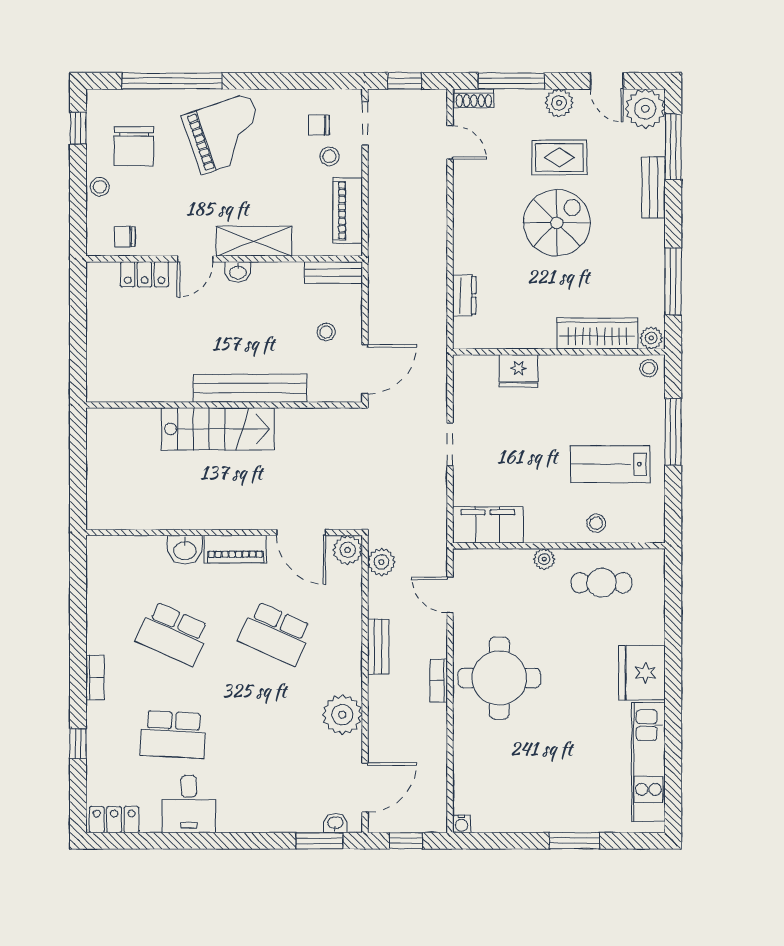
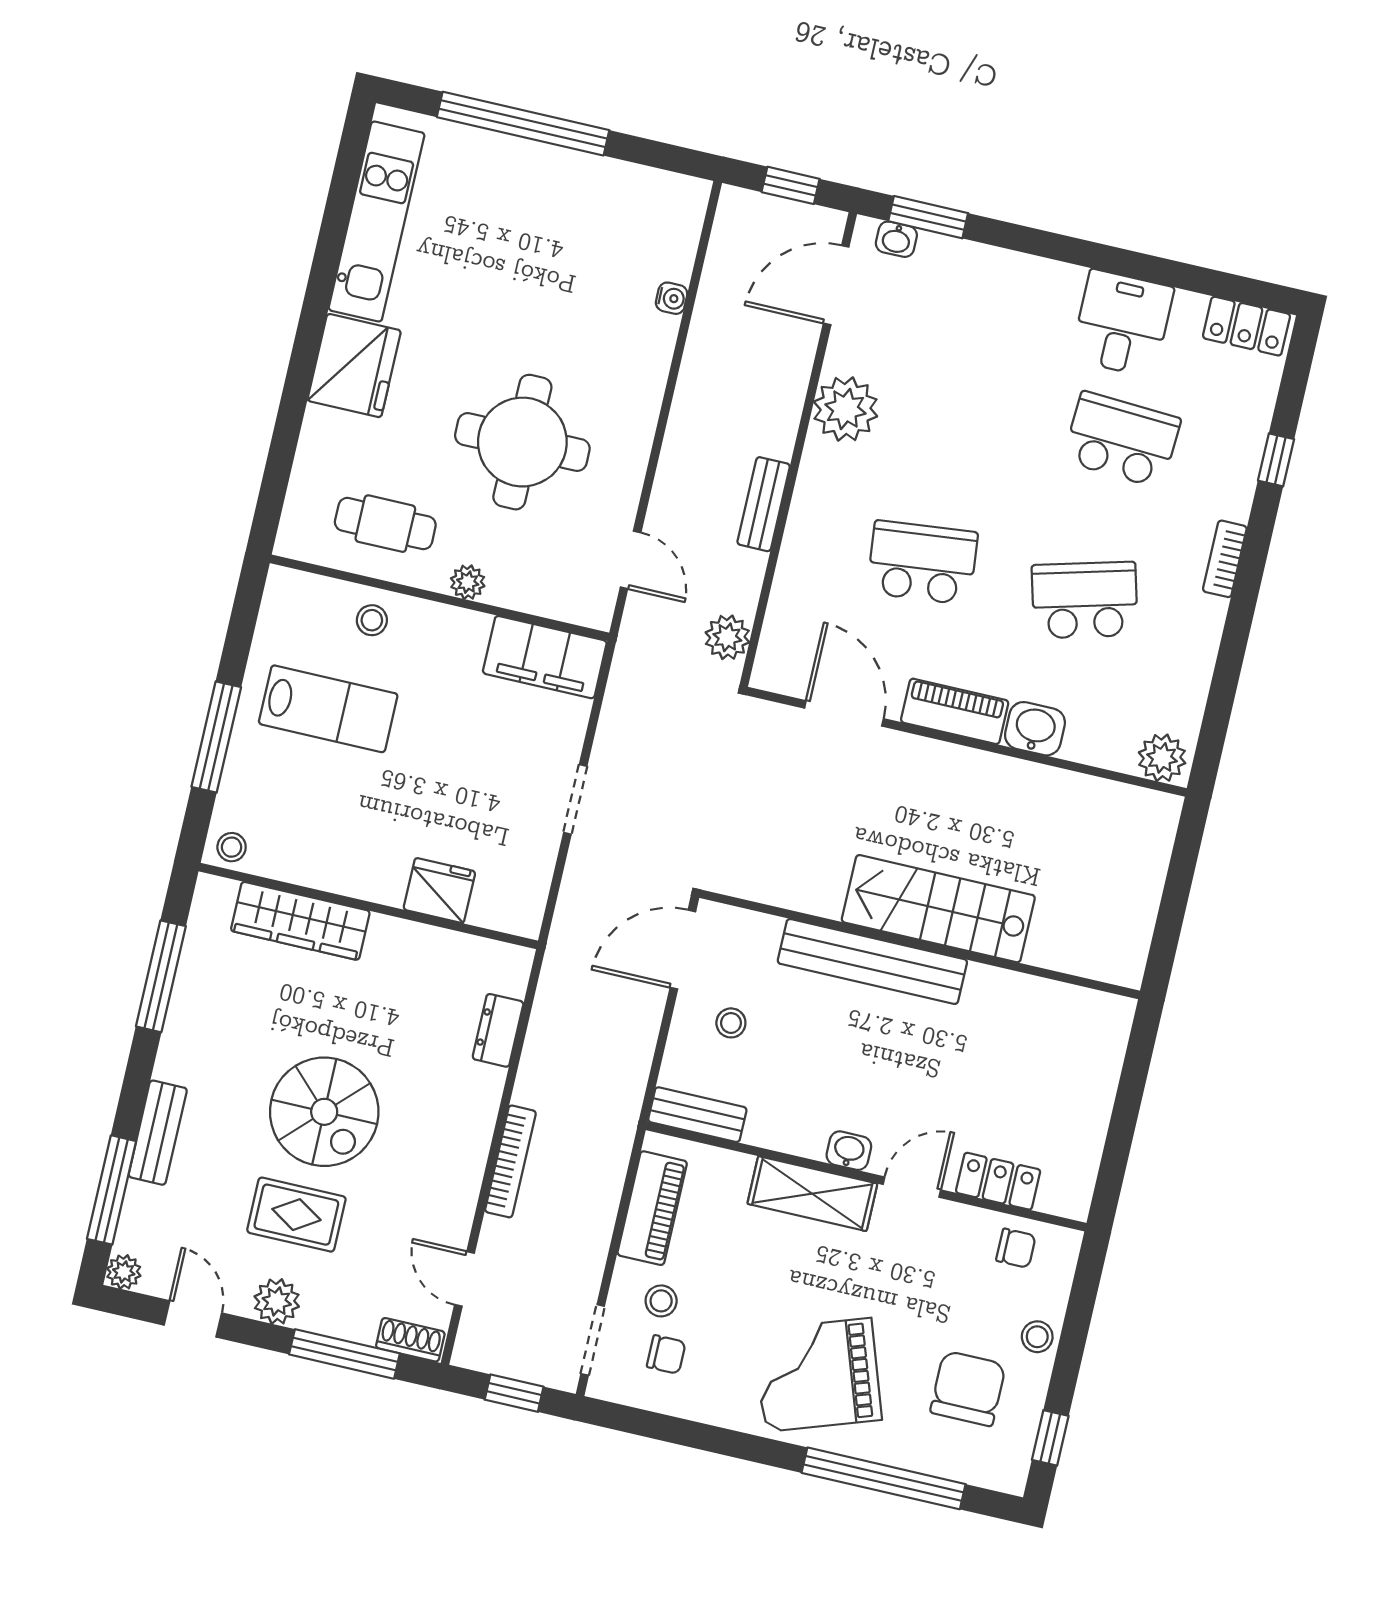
plant: (645, 109) -> (124, 1272), width x0.53, depth x0.53
spiral stairs: (557, 223) -> (324, 1112), turned -90
plant: (651, 338) -> (217, 894), removed
plant: (348, 550) -> (1162, 758), moved
school desk: (173, 633) -> (1085, 600), turned -39
school desk: (275, 633) -> (922, 563), turned -30
round table: (499, 678) -> (522, 442), moved
bookcase: (439, 681) -> (510, 1161), moved, width x1.56
water cooler: (462, 824) -> (672, 298), moved, turned 90
window: (574, 841) -> (523, 124), width x2.11

